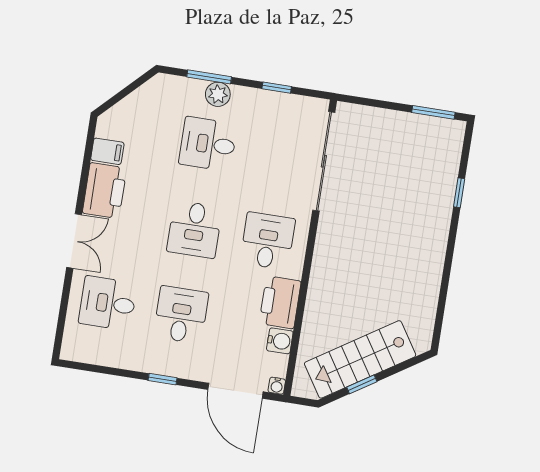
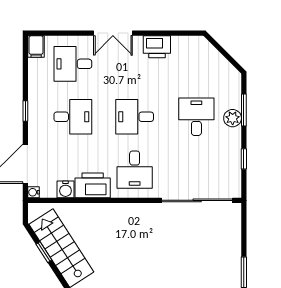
filing cabinet: (107, 151) -> (36, 47), moved
printer: (105, 191) -> (157, 47), width x0.73, depth x0.84
desk: (268, 241) -> (135, 170), turned 90
desk: (108, 303) -> (73, 64), turned -90

